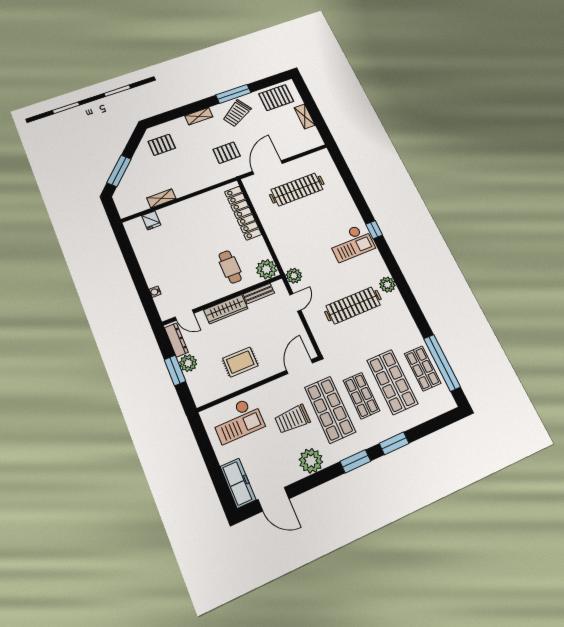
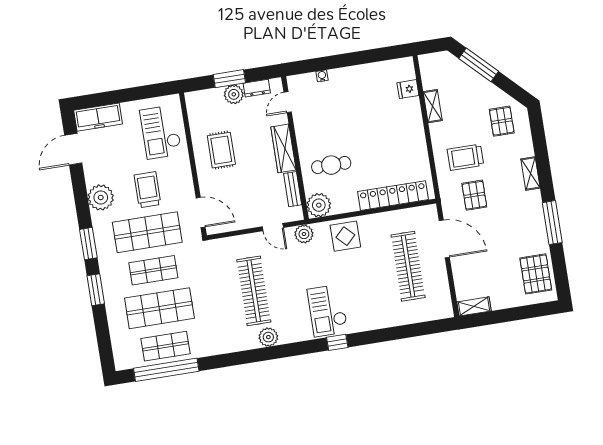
trolley: (237, 113) -> (465, 157), moved, turned -58
shelving: (305, 116) -> (474, 306), moved
display table: (286, 242) -> (345, 236), added
dresser: (176, 340) -> (257, 88), width x0.70

